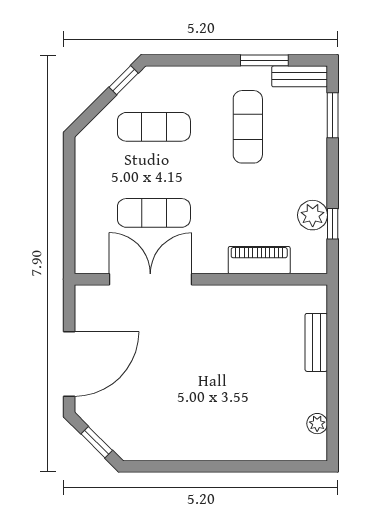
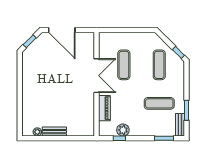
double door: (150, 279) -> (97, 76), moved
bench: (316, 342) -> (54, 132), moved

